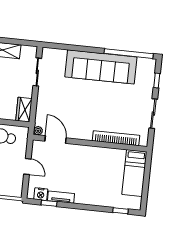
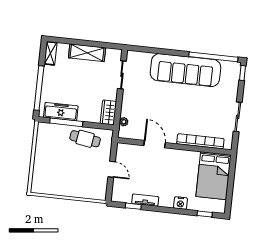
window: (157, 81) -> (242, 73), moved
plant: (38, 131) -> (124, 122), moved
door: (55, 140) -> (155, 144), moved
bed: (134, 173) -> (214, 176), width x1.50
nightstand: (41, 194) -> (180, 203), moved

